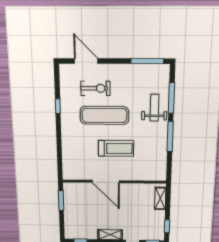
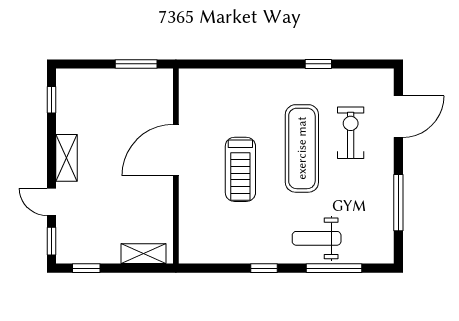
window: (147, 61) -> (398, 203), moved
exercise bike: (95, 88) -> (351, 133), turned 180
weight bench: (154, 108) -> (317, 238), turned 180
window: (170, 137) -> (264, 268), width x0.46

